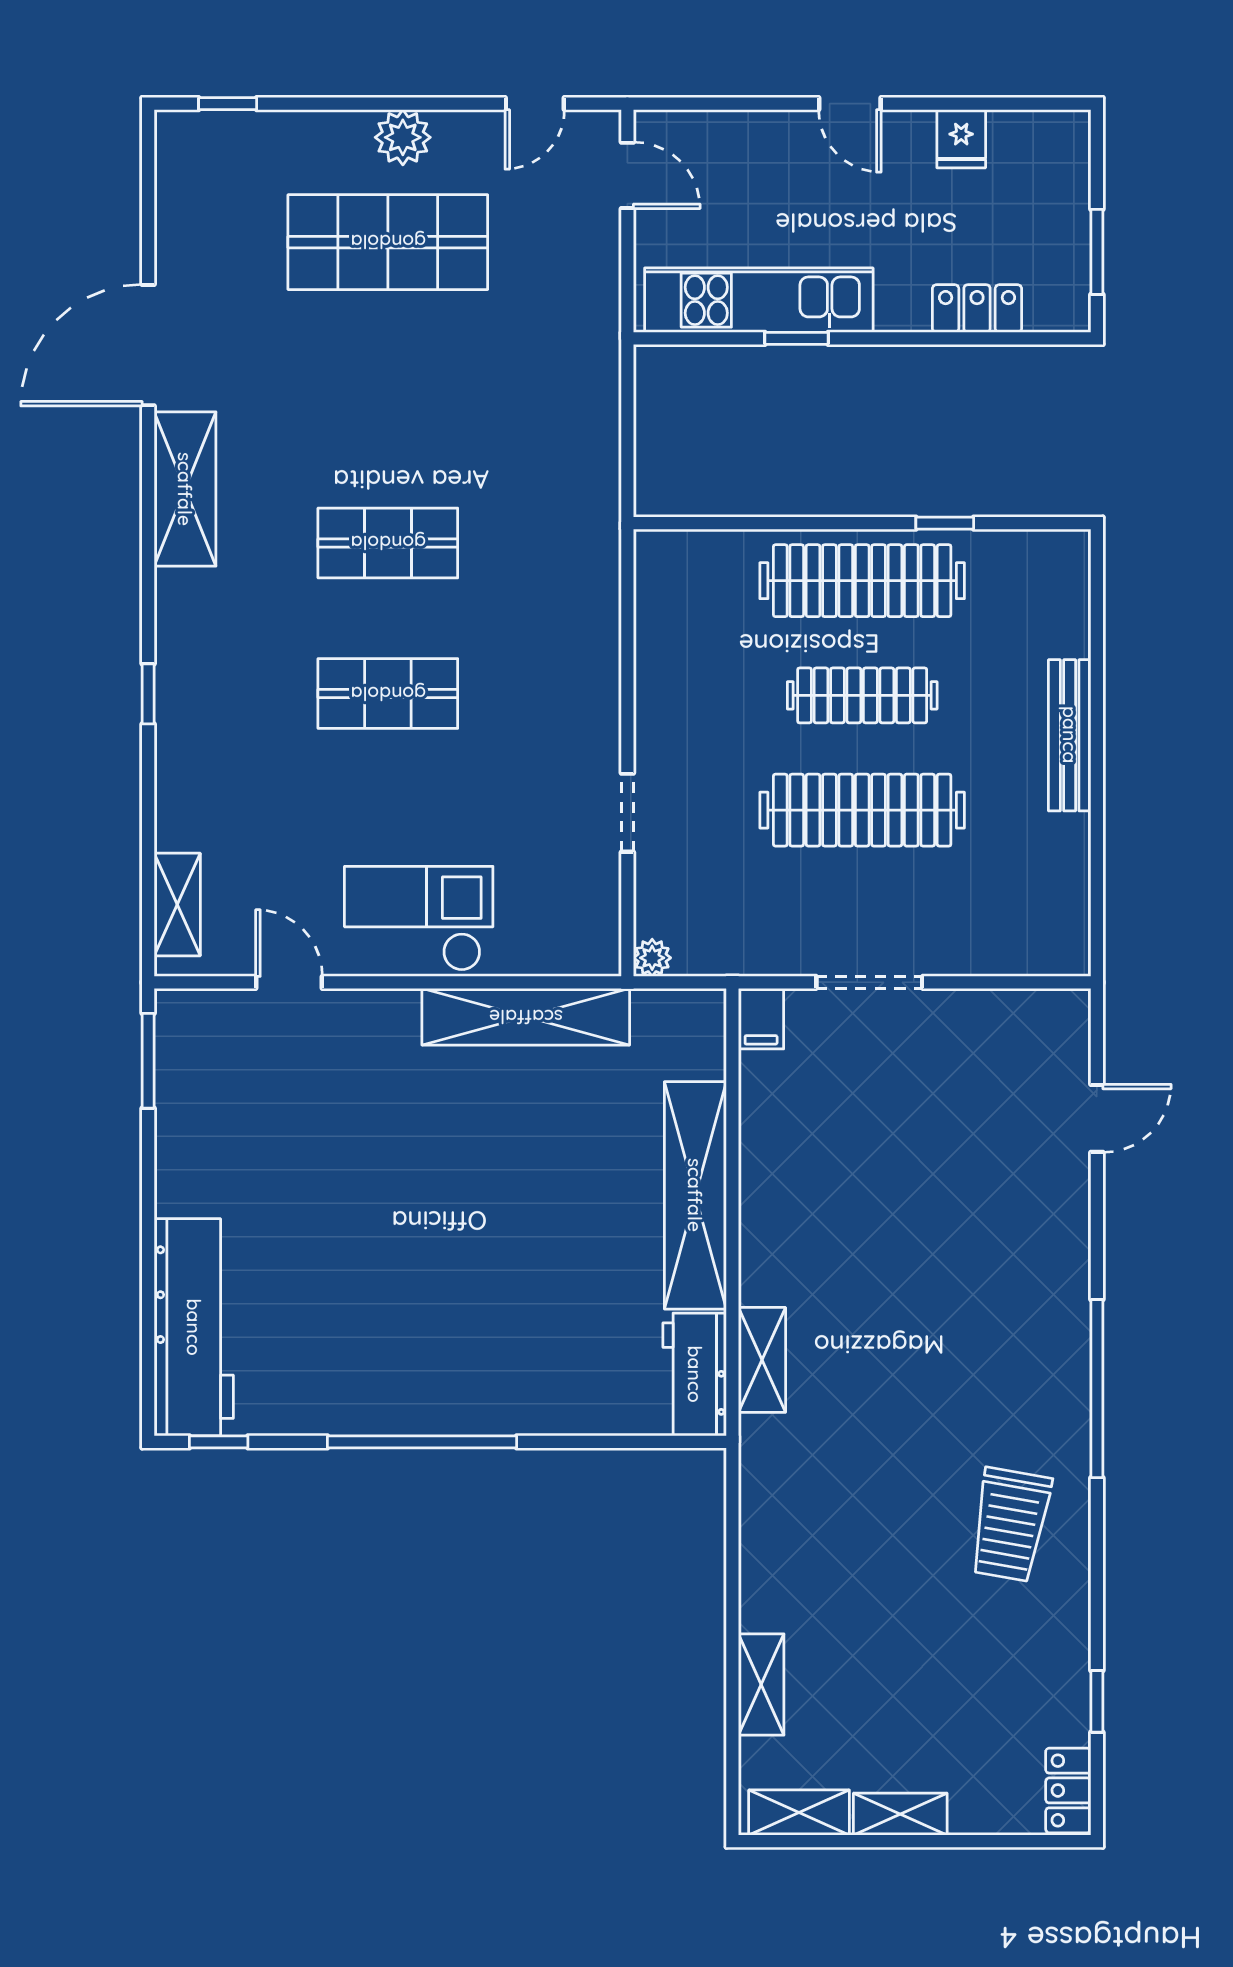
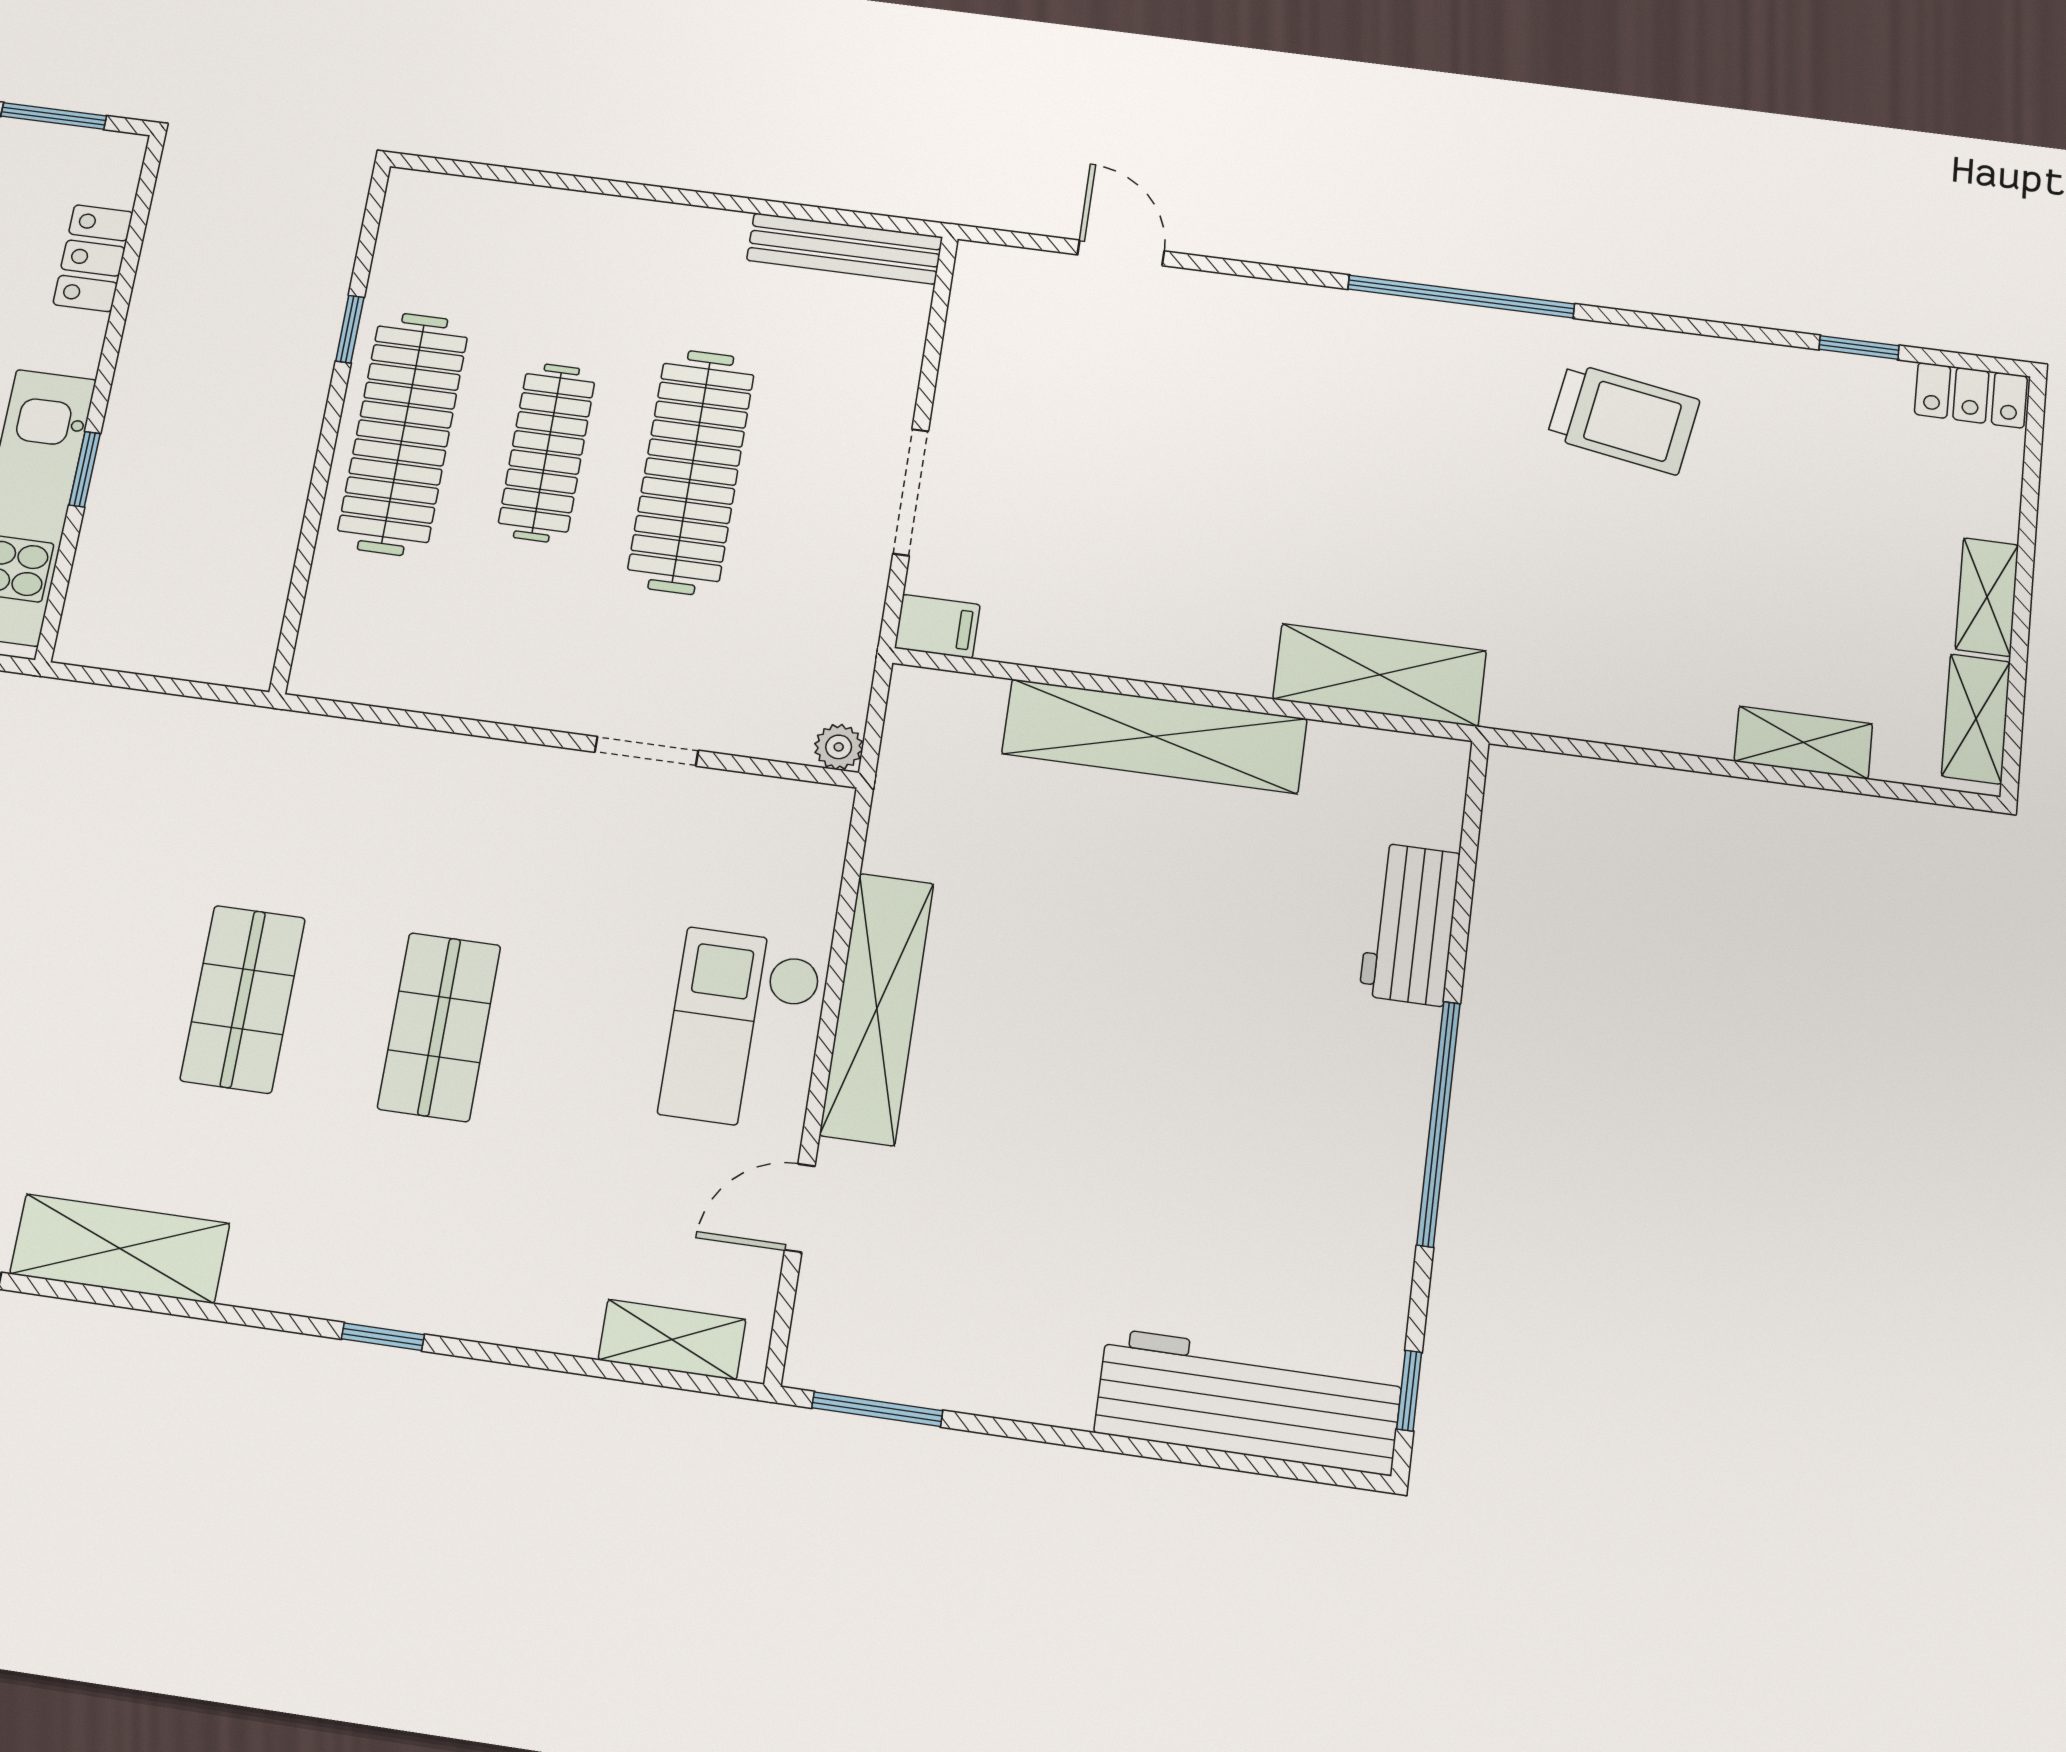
bench: (1070, 735) -> (845, 249), moved
shelving: (526, 1017) -> (877, 1009), moved
shelving: (762, 1360) -> (1380, 675), width x1.50, depth x1.33
workbench: (695, 1374) -> (1410, 924), moved, turned 90

